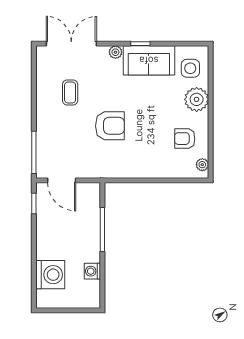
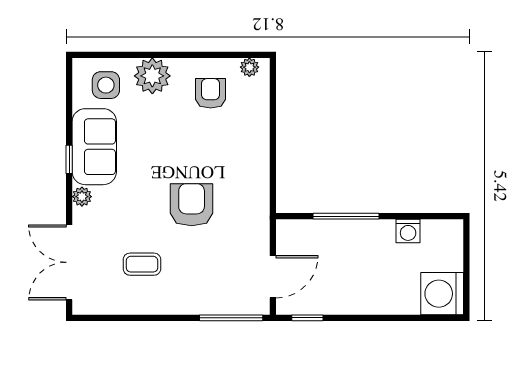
armchair: (185, 139) -> (211, 93), turned 180
washing machine: (50, 275) -> (442, 294), moved, turned -90

